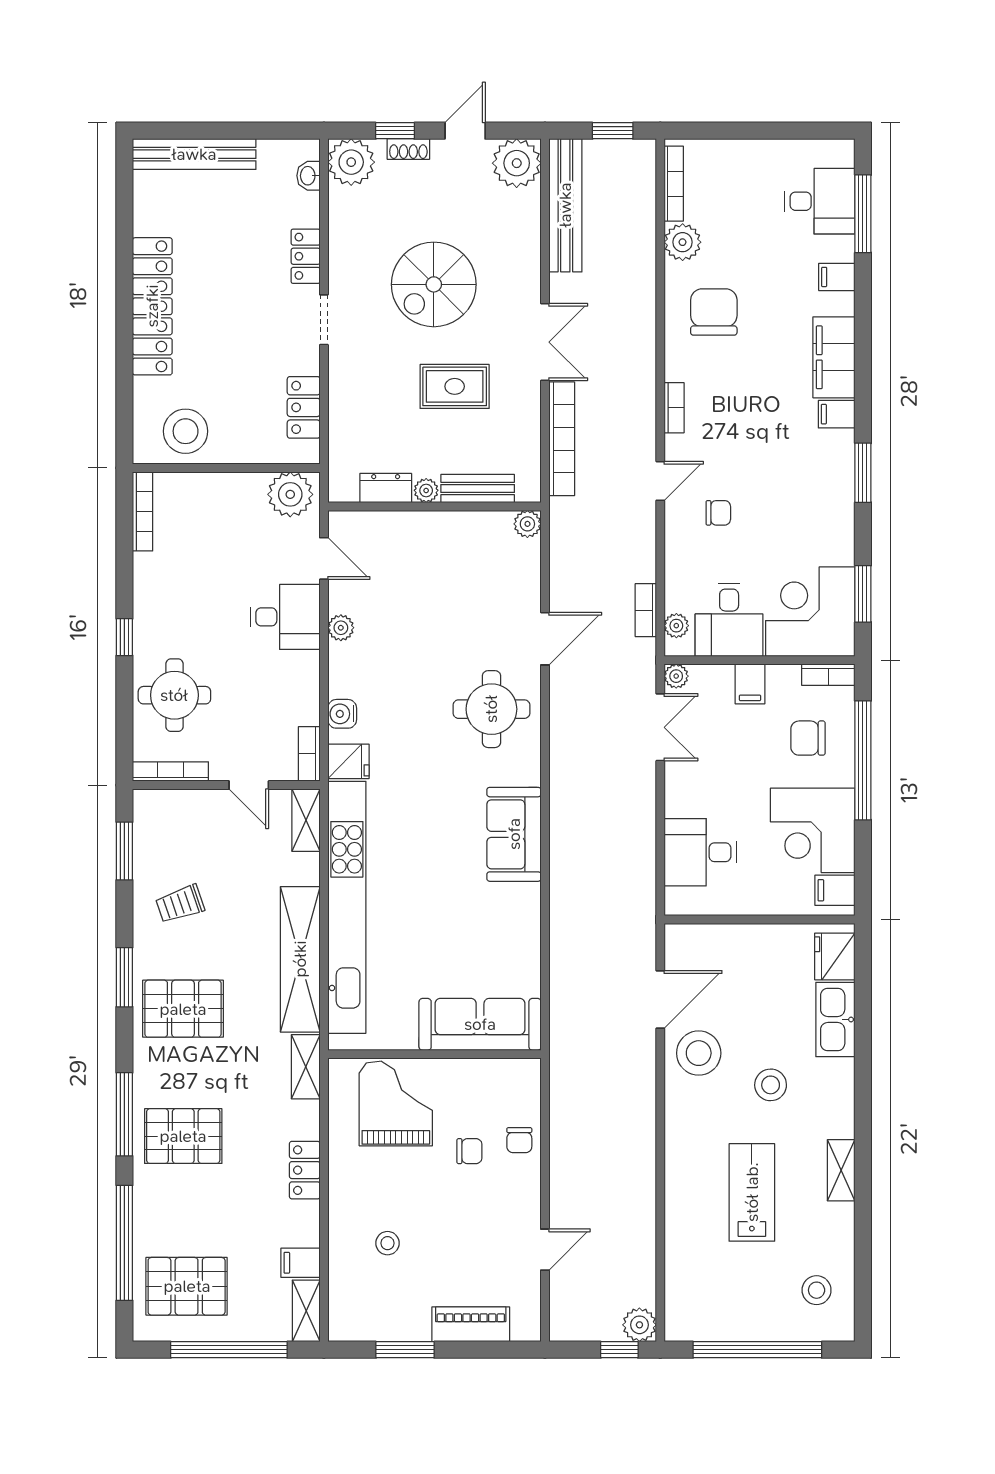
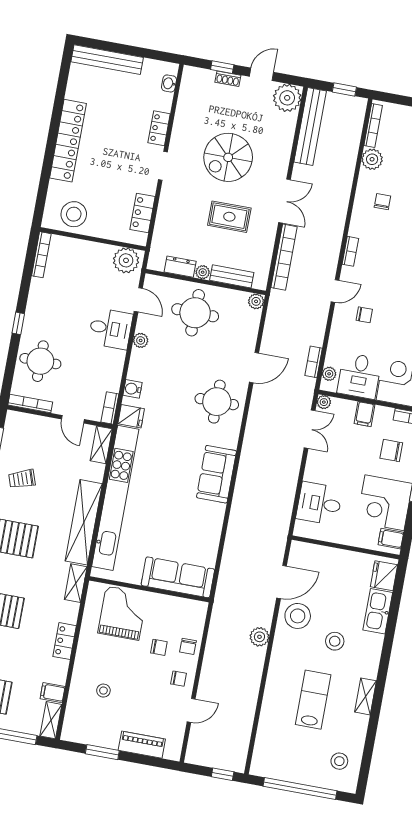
plant: (351, 162) -> (194, 80), removed
chair: (714, 312) -> (382, 202), width x0.54, depth x0.54
round table: (426, 563) -> (195, 313), added
chair: (513, 1199) -> (179, 679), added
plant: (639, 1325) -> (259, 637), moved

